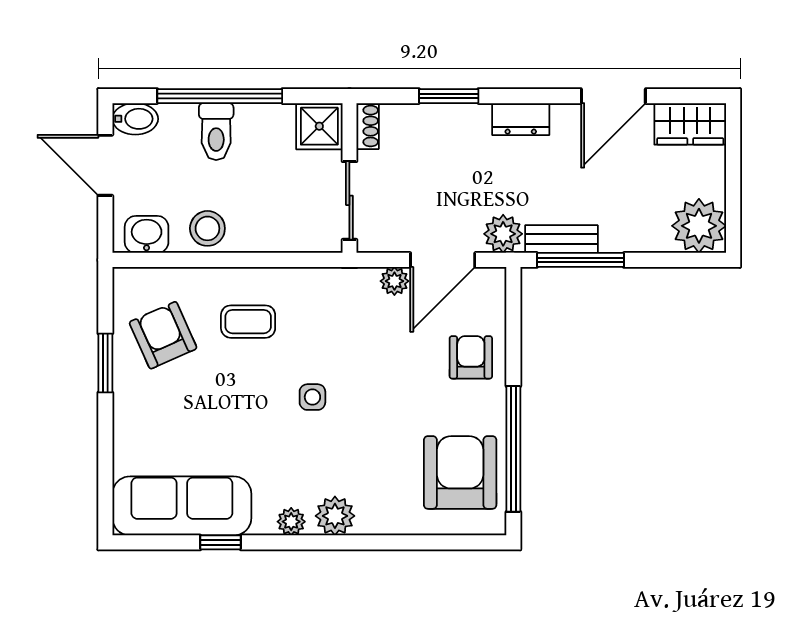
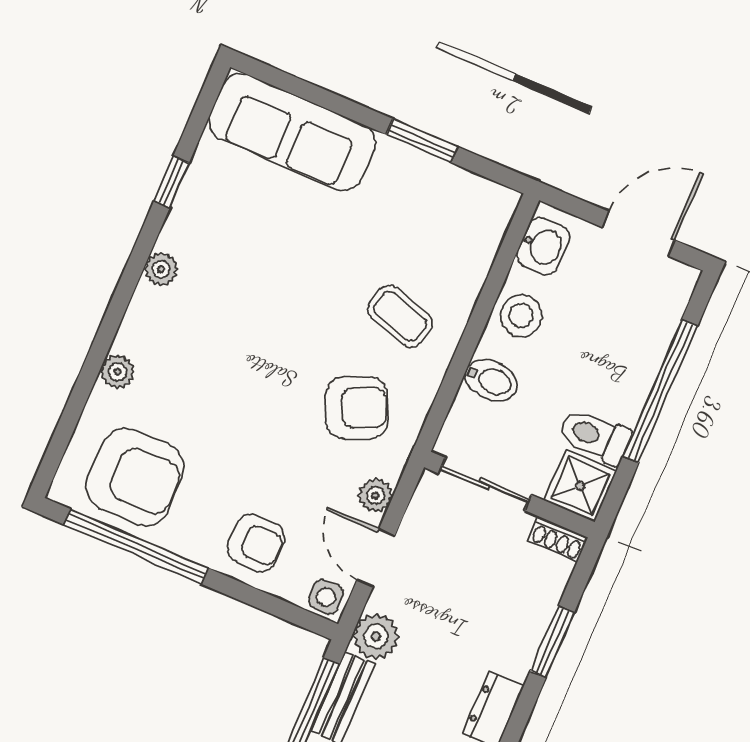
bidet: (135, 119) -> (491, 380), moved, turned -90
toilet: (216, 132) -> (595, 436), moved
door: (443, 260) -> (376, 558), width x0.73
coffee table: (248, 322) -> (400, 316), turned -73
armchair: (163, 335) -> (357, 408), moved
side table: (312, 397) -> (326, 597), moved
sofa: (182, 506) -> (292, 132), moved, turned 90
plant: (335, 516) -> (117, 372), moved, width x0.73, depth x0.73

